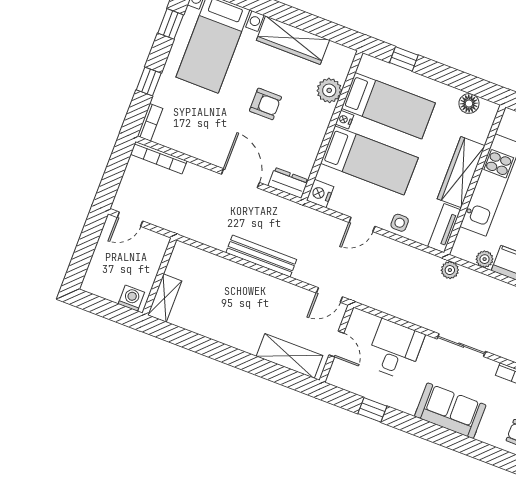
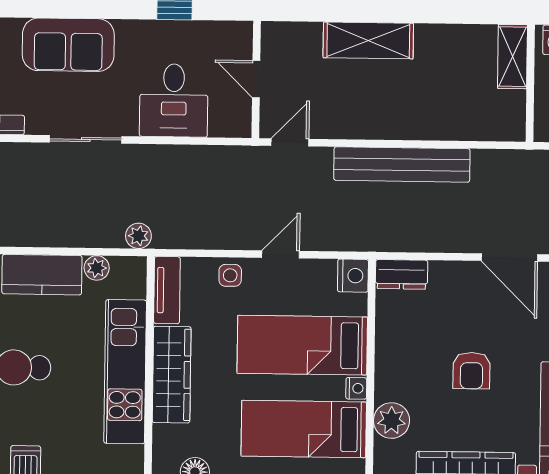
armchair: (265, 104) -> (471, 371), turned -90
door: (240, 178) -> (509, 258), moved
bench: (261, 256) -> (402, 164), width x1.37, depth x1.21
shelving: (290, 356) -> (368, 40), moved

